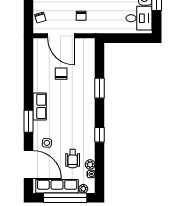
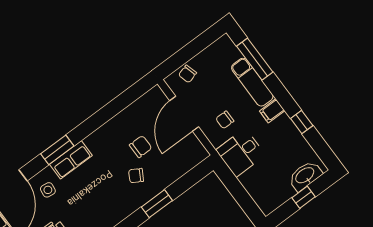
desk: (139, 18) -> (241, 153), moved, turned 90
chair: (75, 88) -> (136, 176), added
row of seats: (40, 106) -> (71, 160), moved

